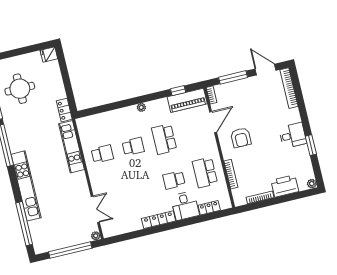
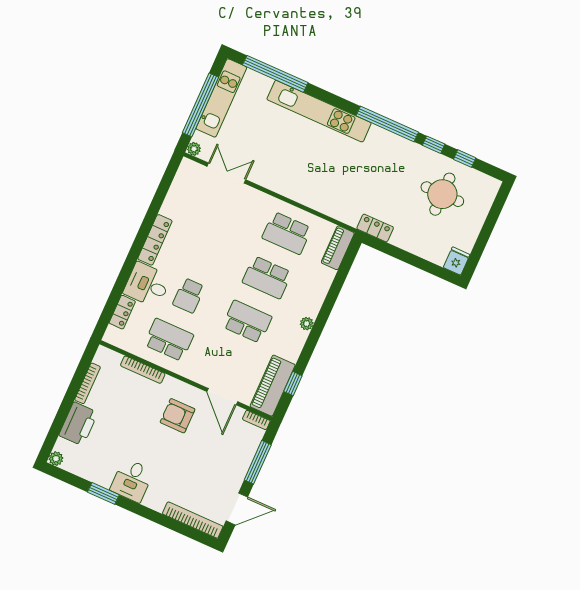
piano: (90, 122) -> (338, 248), added
kitchen unit: (71, 147) -> (221, 98), moved, turned 90
school desk: (133, 147) -> (267, 277), width x1.85
school desk: (102, 154) -> (287, 233), width x1.85
school desk: (174, 180) -> (189, 295), turned 180
double door: (95, 209) -> (226, 173), swing flipped

